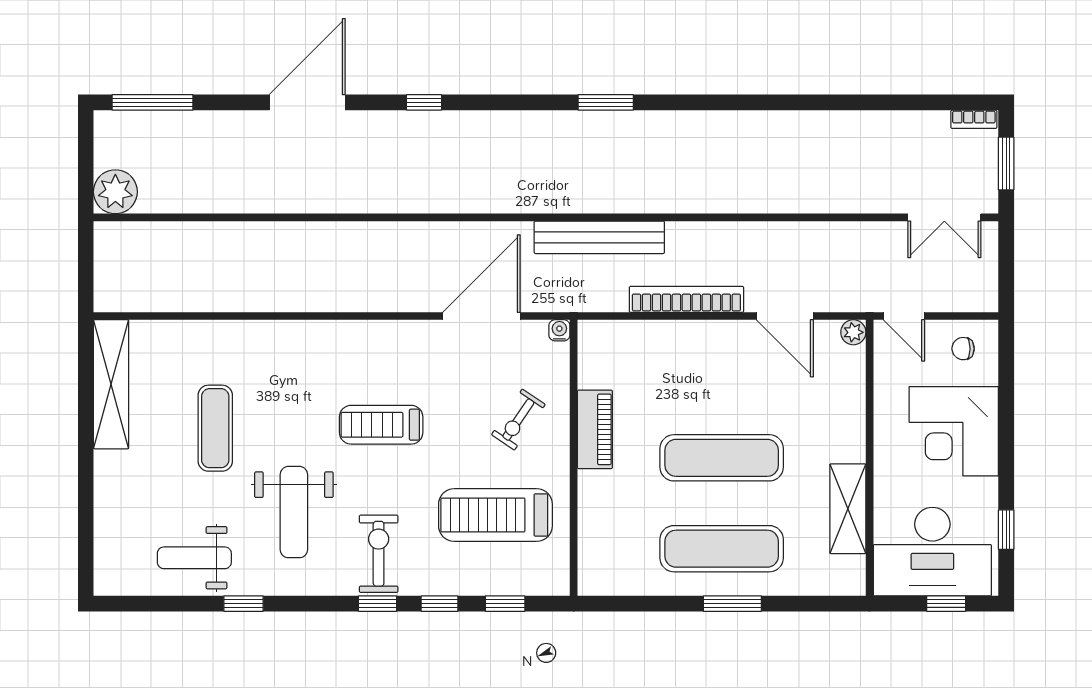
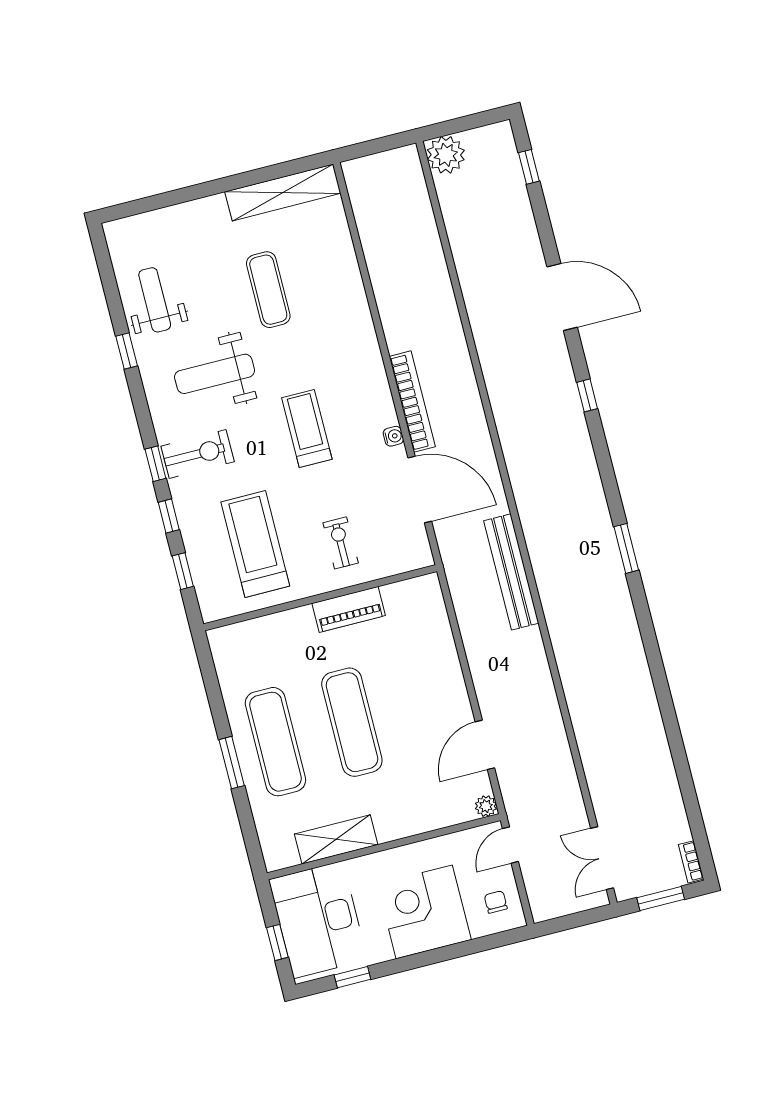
window: (152, 102) -> (529, 167), width x0.46
bookcase: (686, 299) -> (412, 402), moved
water cooler: (559, 330) -> (393, 436), moved
exercise bike: (518, 420) -> (341, 543), turned 56
exercise mat: (215, 428) -> (268, 290), turned 90

